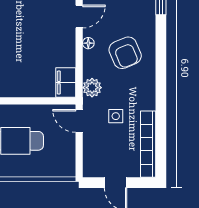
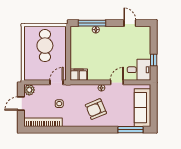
door: (79, 16) -> (117, 82), swing flipped
plant: (92, 88) -> (29, 90), moved

